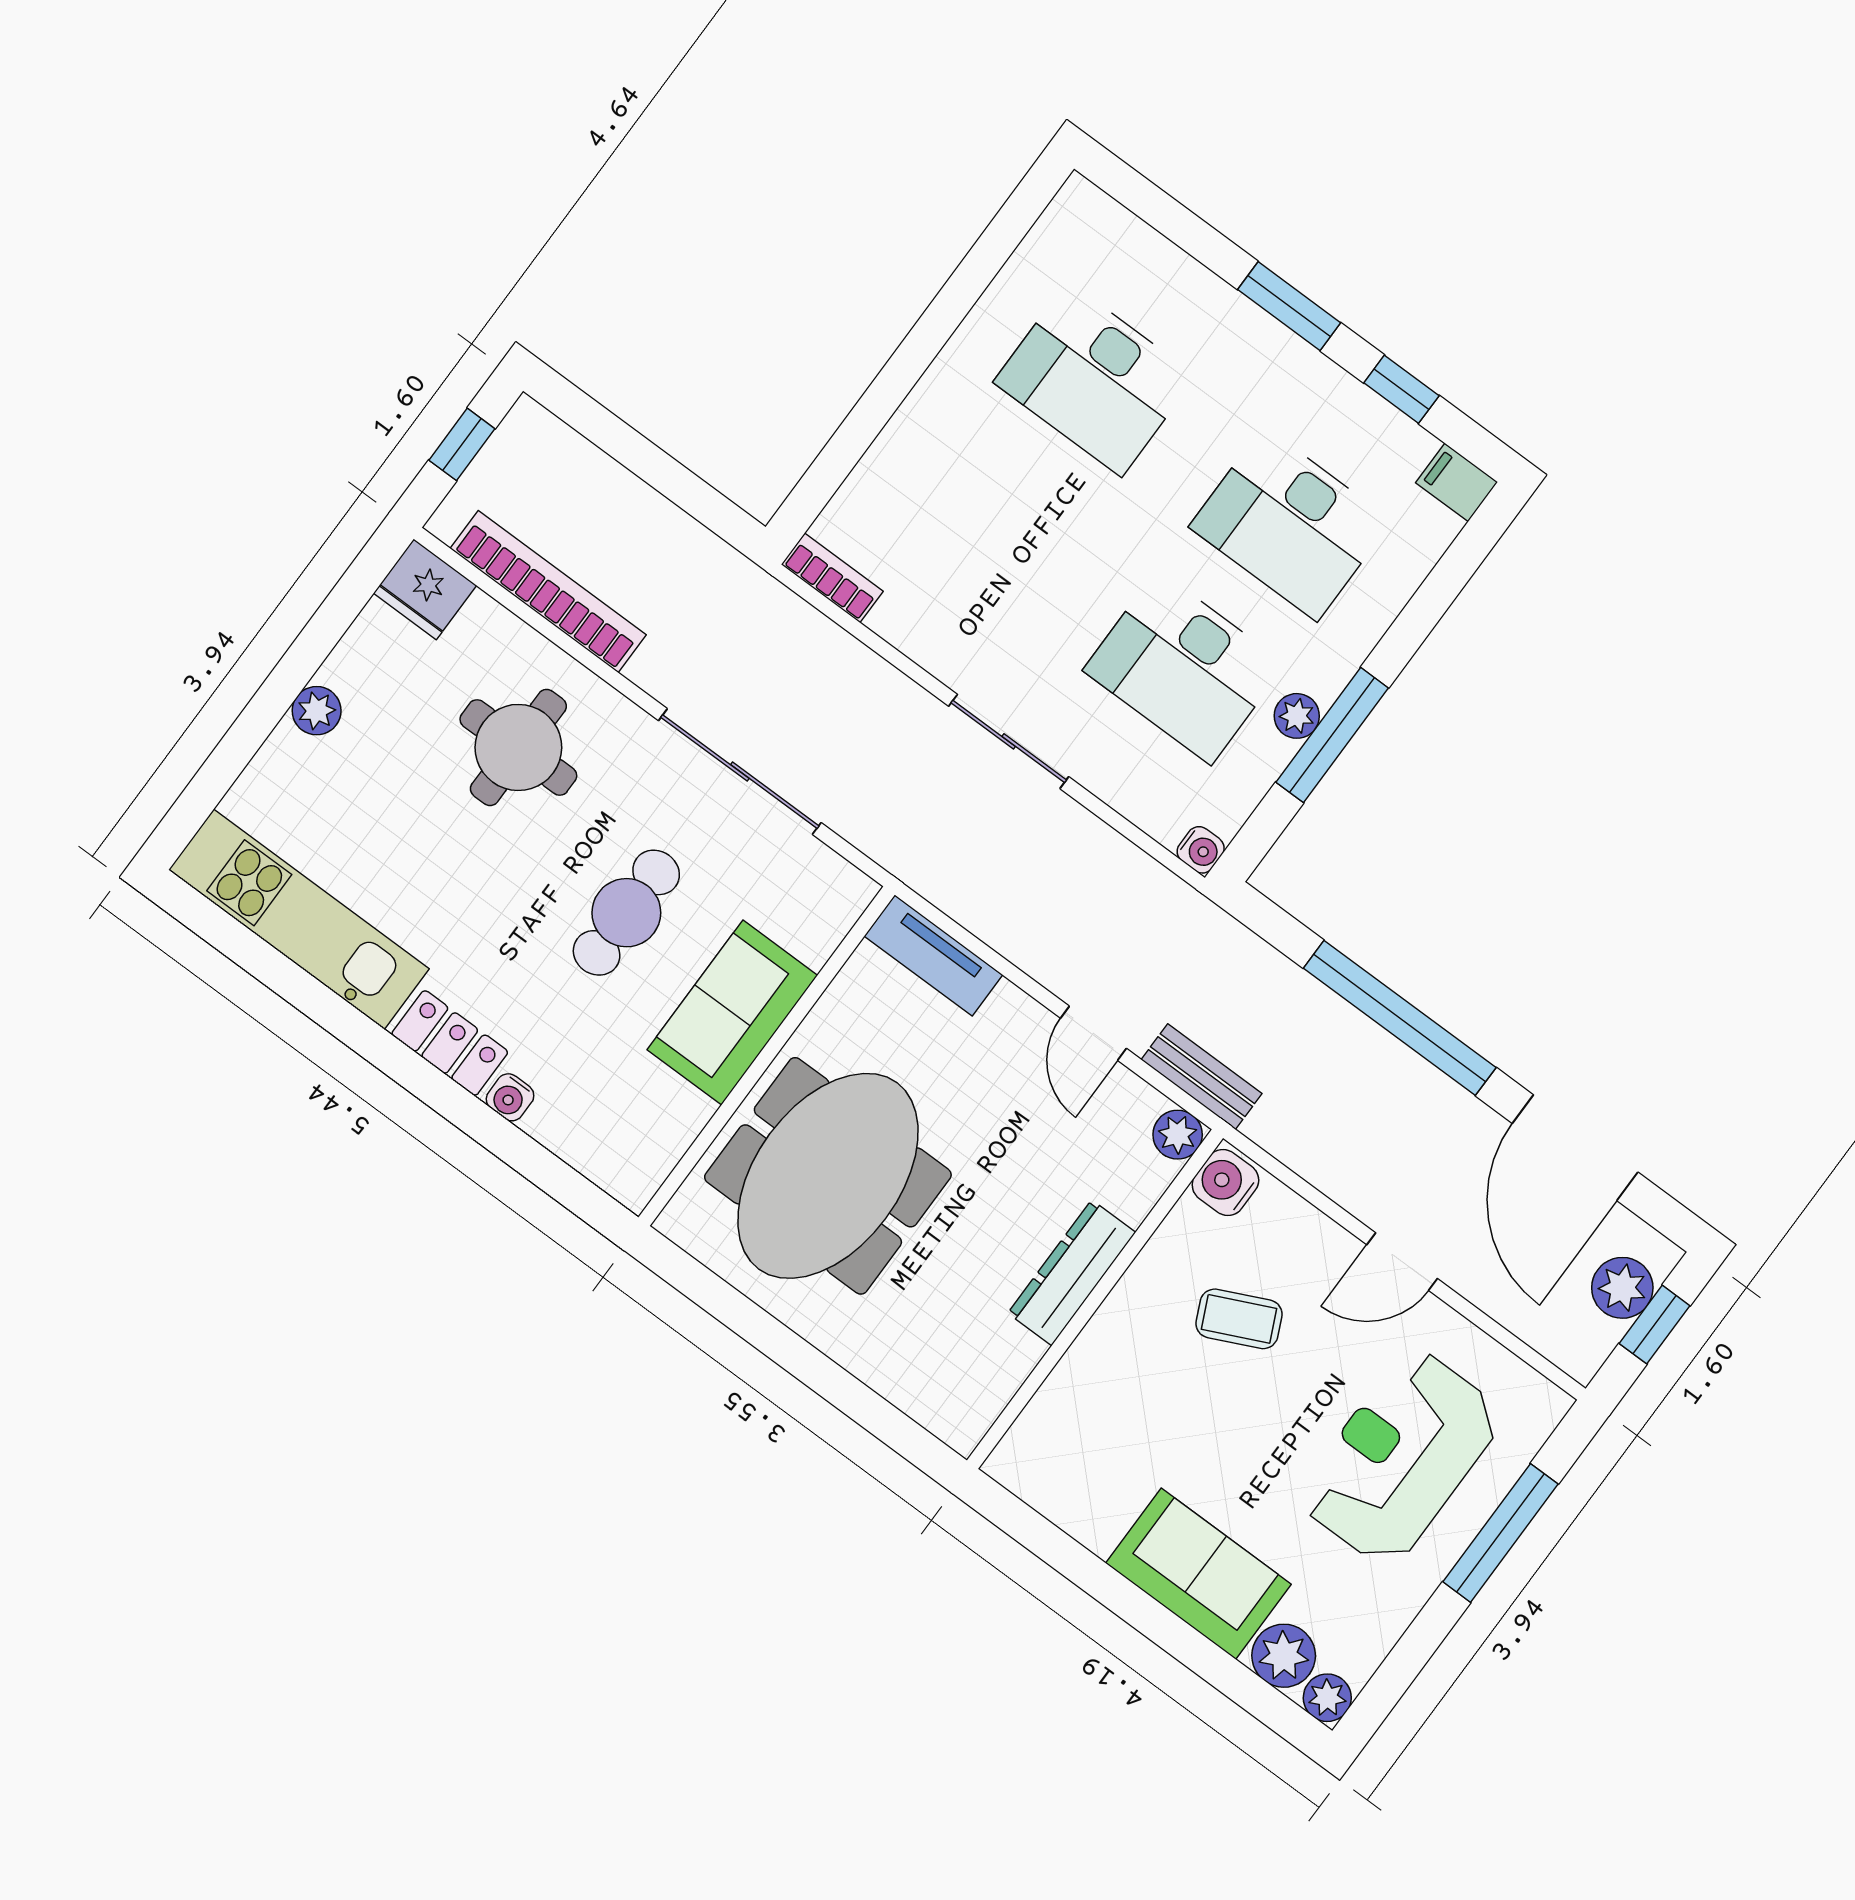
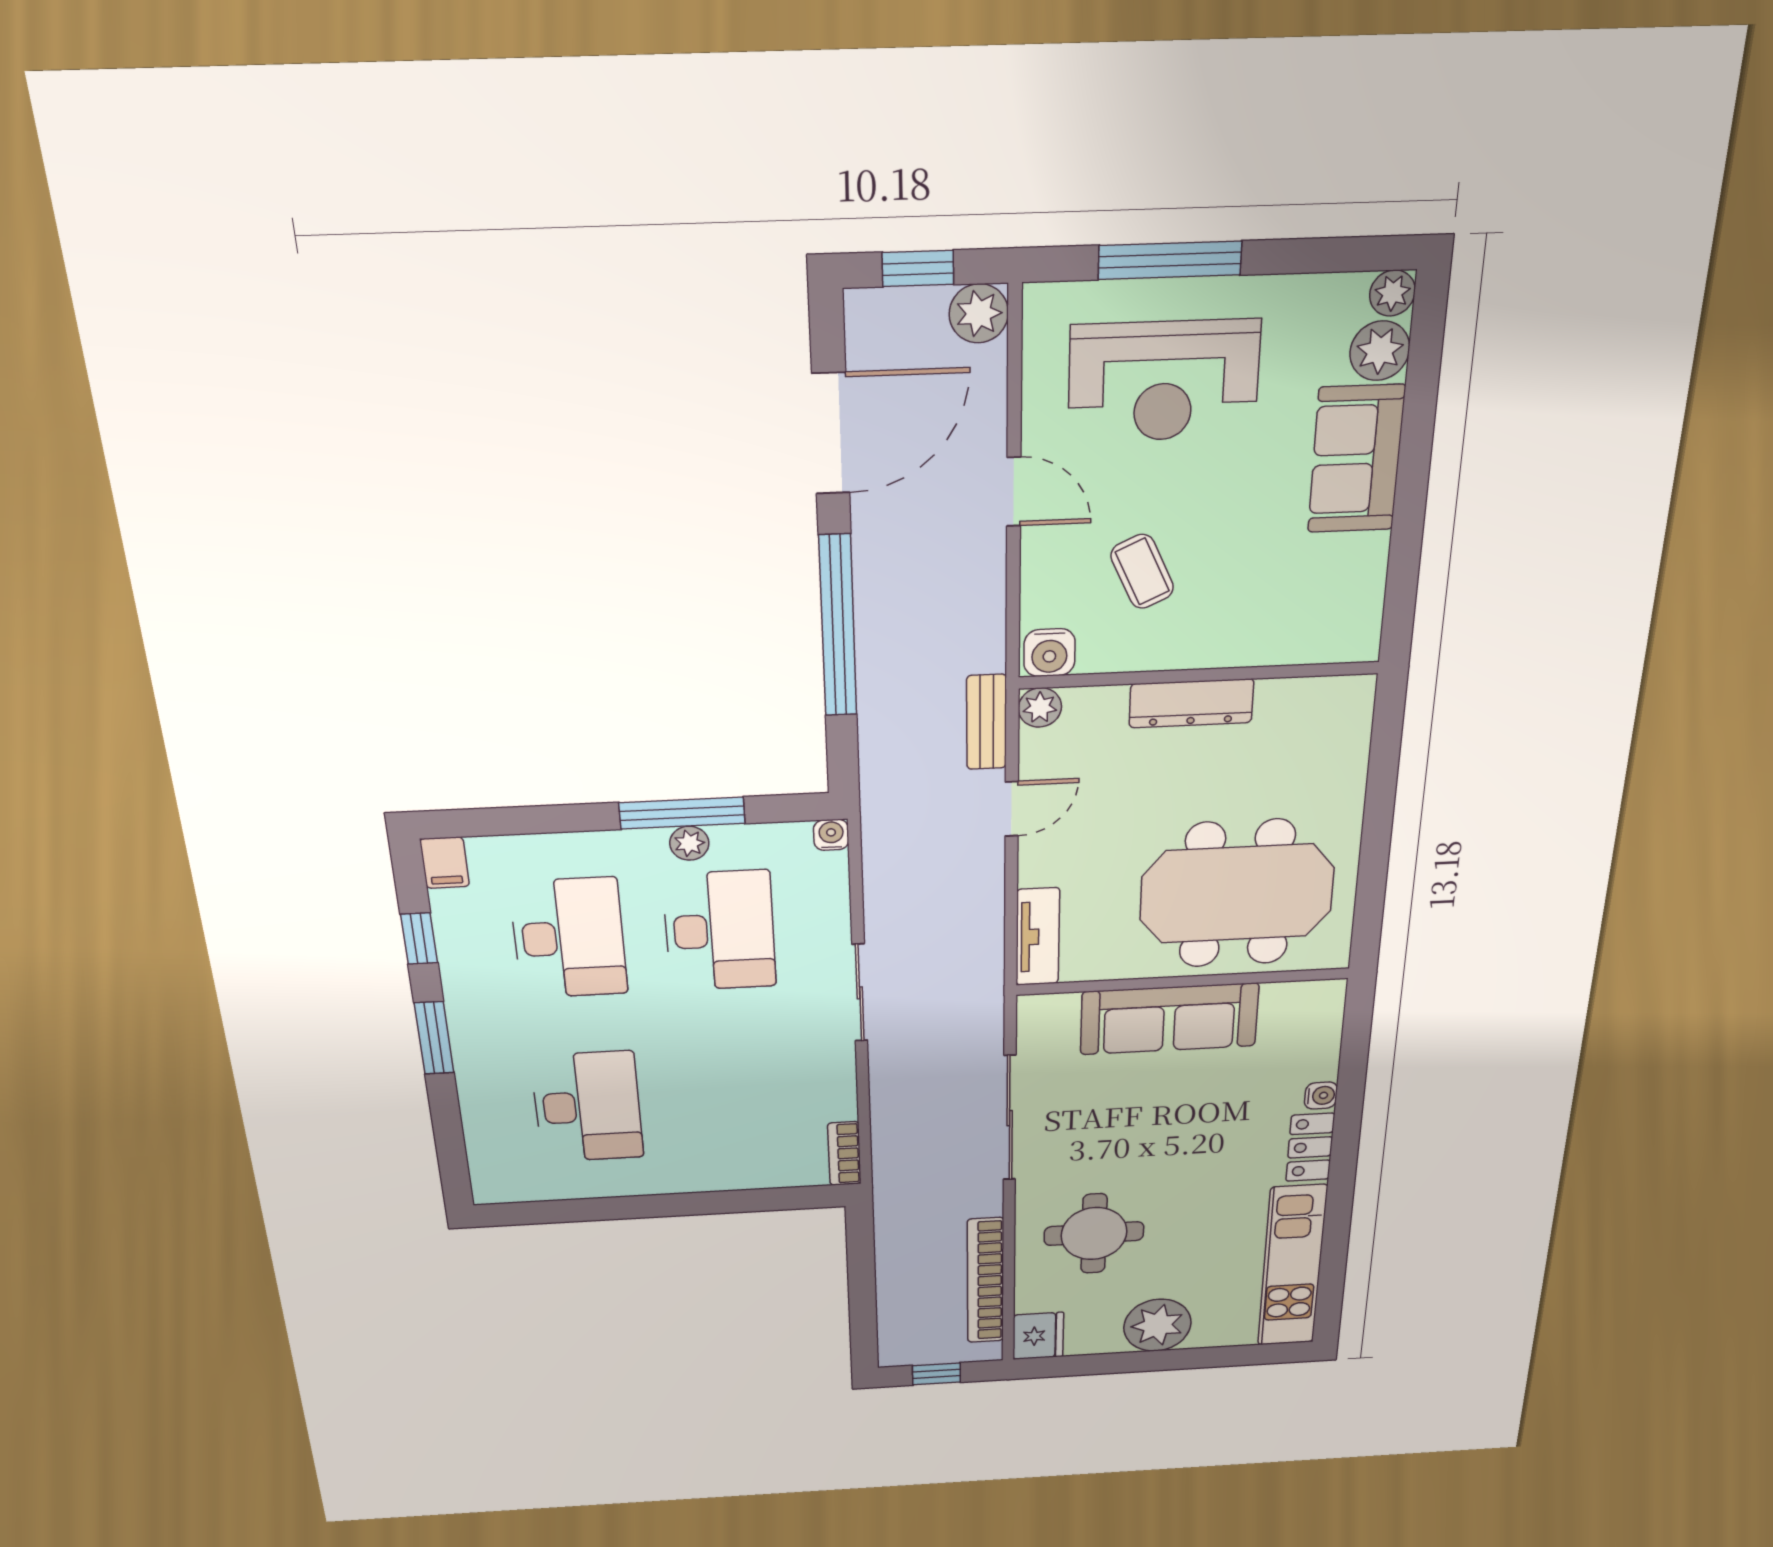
plant: (317, 711) -> (1157, 1325), width x1.88, depth x1.88
cafe table: (626, 913) -> (1151, 1115), removed
sofa: (732, 1013) -> (1169, 1019), width x1.36
plant: (1622, 1288) -> (979, 313), moved

